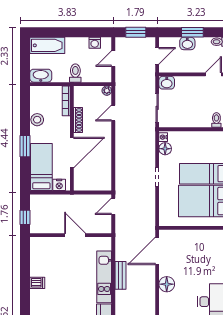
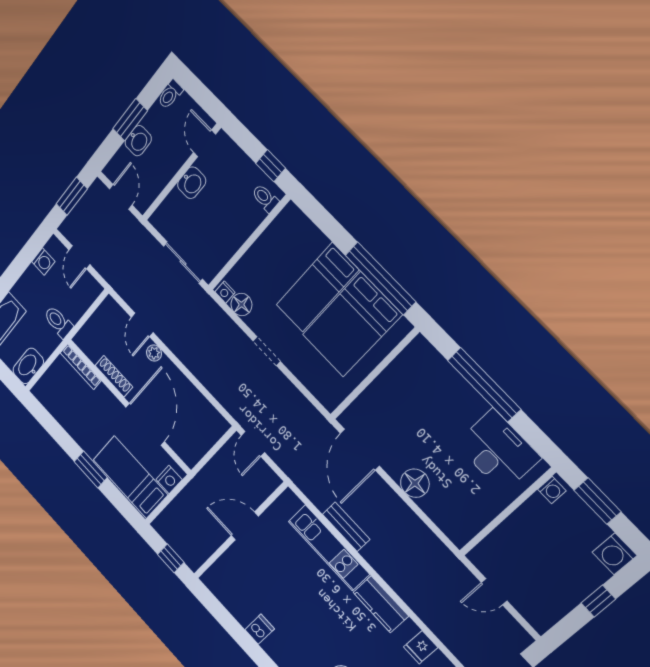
washbasin: (167, 83) -> (192, 183), moved
plant: (107, 91) -> (154, 353), moved
stool: (37, 120) -> (73, 423), removed

